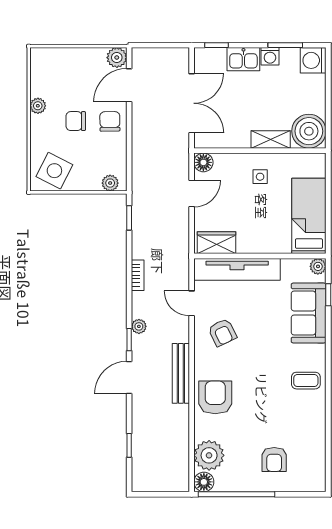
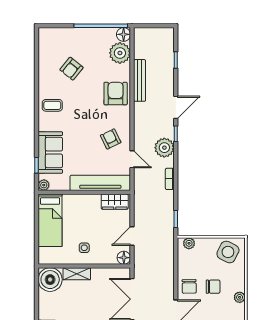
plant: (139, 326) -> (164, 148), width x1.88, depth x1.88
bench: (181, 373) -> (140, 80), moved
armchair: (215, 397) -> (116, 94), turned 180
armchair: (274, 459) -> (71, 69), moved, turned -141

